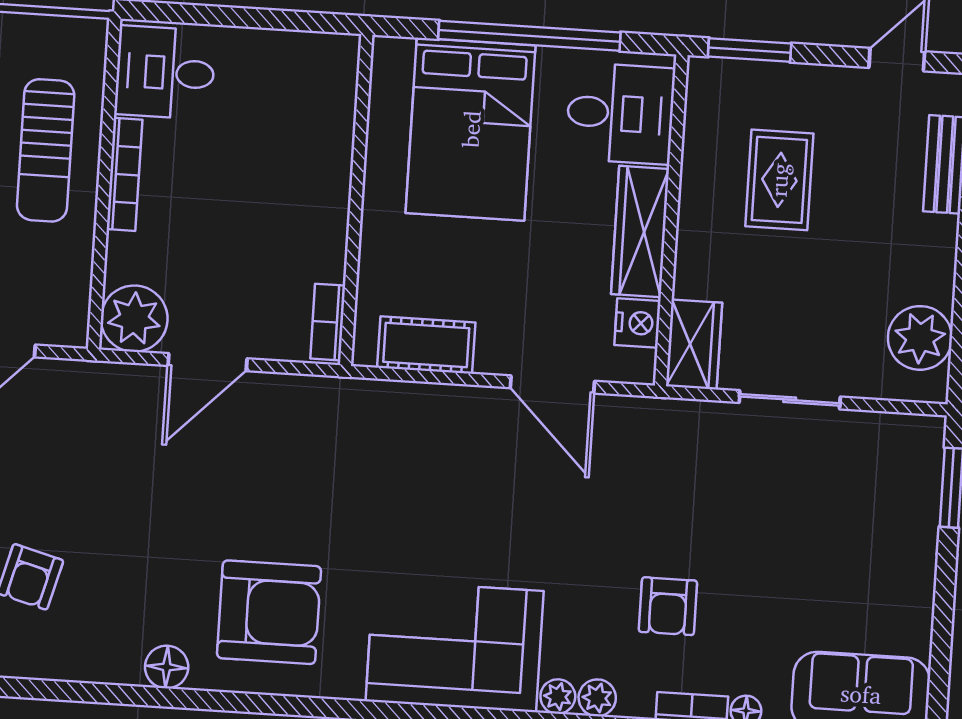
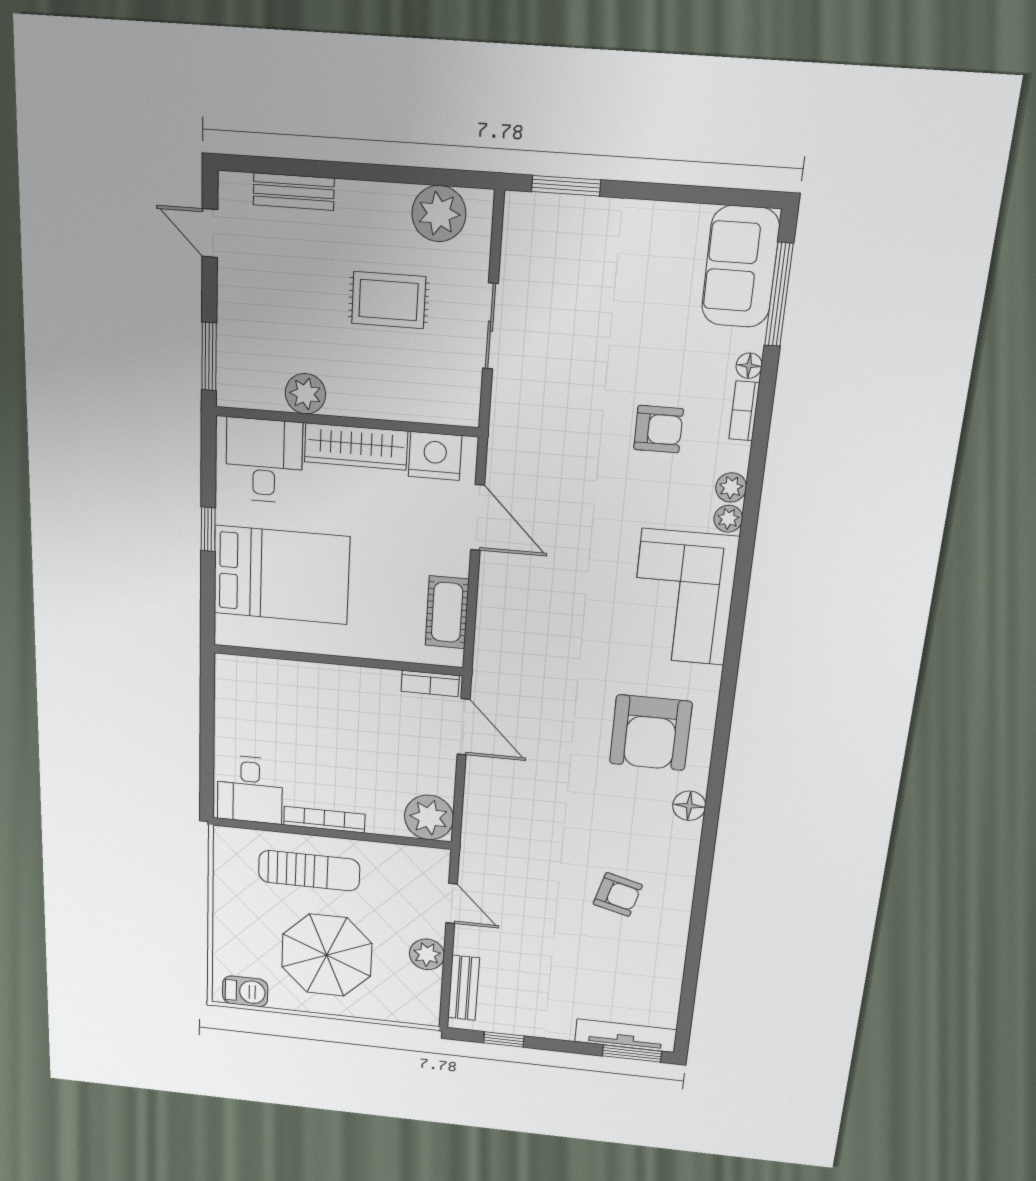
window: (529, 36) -> (208, 529), width x0.32
plant: (705, 170) -> (305, 394), added
rug: (779, 180) -> (389, 300), moved
nightstand: (638, 323) -> (435, 456), width x1.36, depth x1.33
wardrobe: (694, 344) -> (445, 405), removed
door: (207, 362) -> (464, 727), moved
door: (552, 384) -> (478, 518), hinge flipped
armchair: (269, 612) -> (651, 733), turned 180

